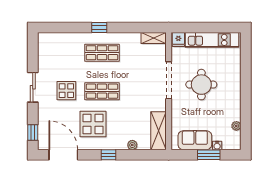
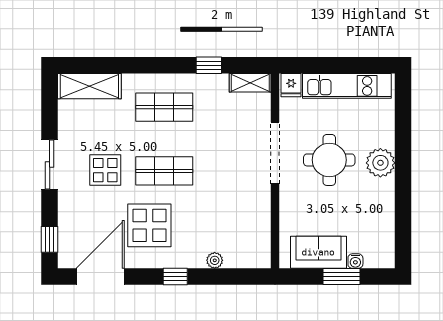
window: (99, 28) -> (209, 65), moved
plant: (236, 126) -> (380, 163), moved, width x1.87, depth x1.87
shelving: (159, 131) -> (89, 86), moved, turned 90
door: (63, 155) -> (100, 277), hinge flipped

